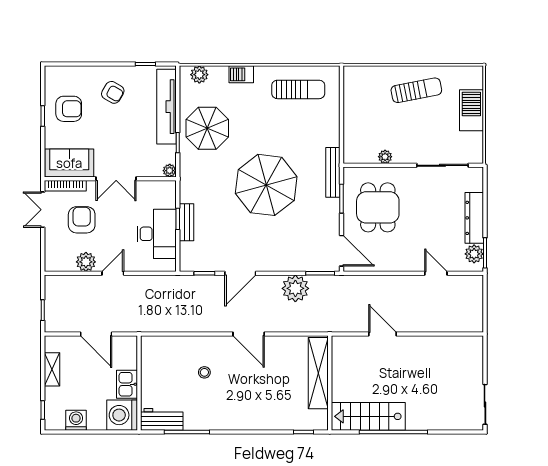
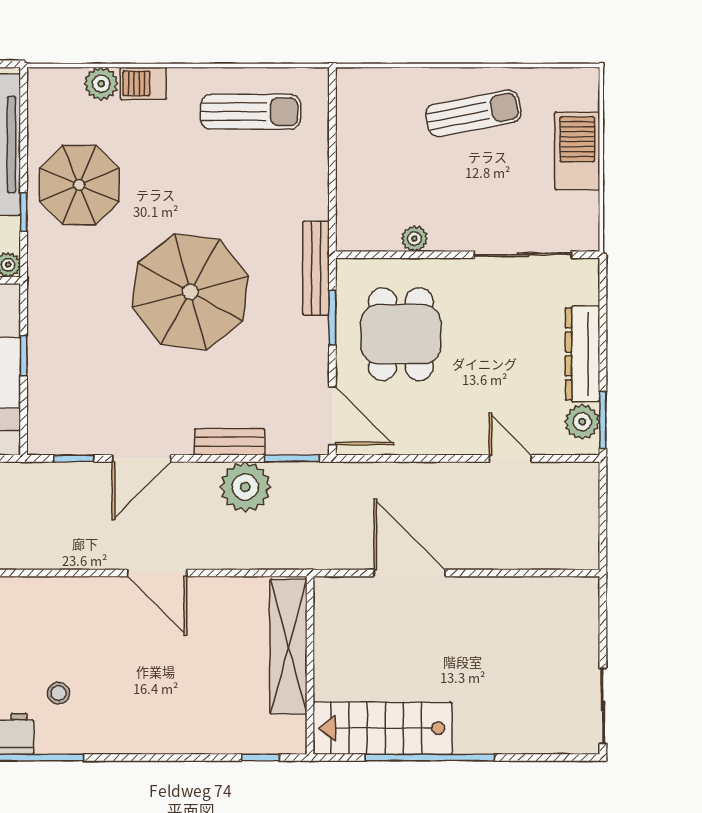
plant: (199, 75) -> (101, 84), moved
bench: (187, 222) -> (230, 442), moved, turned 90
door: (382, 334) -> (410, 573), width x1.36
stool: (204, 372) -> (59, 693), moved

